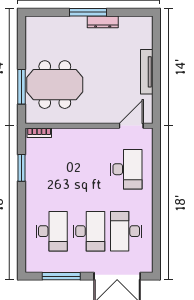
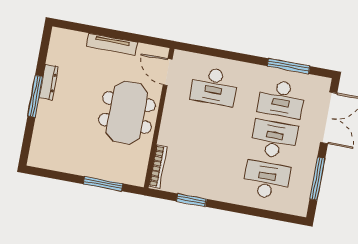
meeting table: (55, 85) -> (127, 112), moved
bookcase: (39, 133) -> (158, 166), width x1.56
desk: (126, 169) -> (214, 86), turned 180
window: (156, 232) -> (289, 66), added

